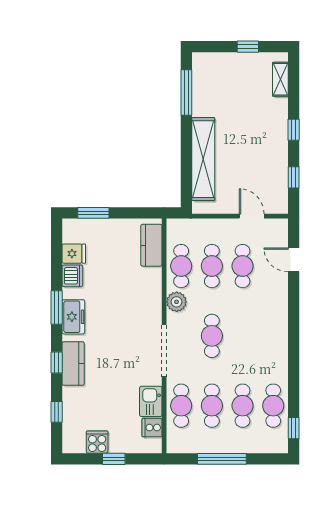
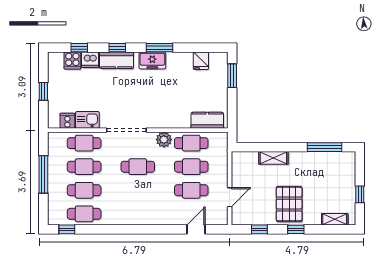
pallet: (260, 139) -> (289, 204), added
shelving: (203, 159) -> (273, 158), width x0.45, depth x0.75
dishwasher: (72, 276) -> (90, 60), moved
cooker: (97, 442) -> (72, 60), moved, turned 90

